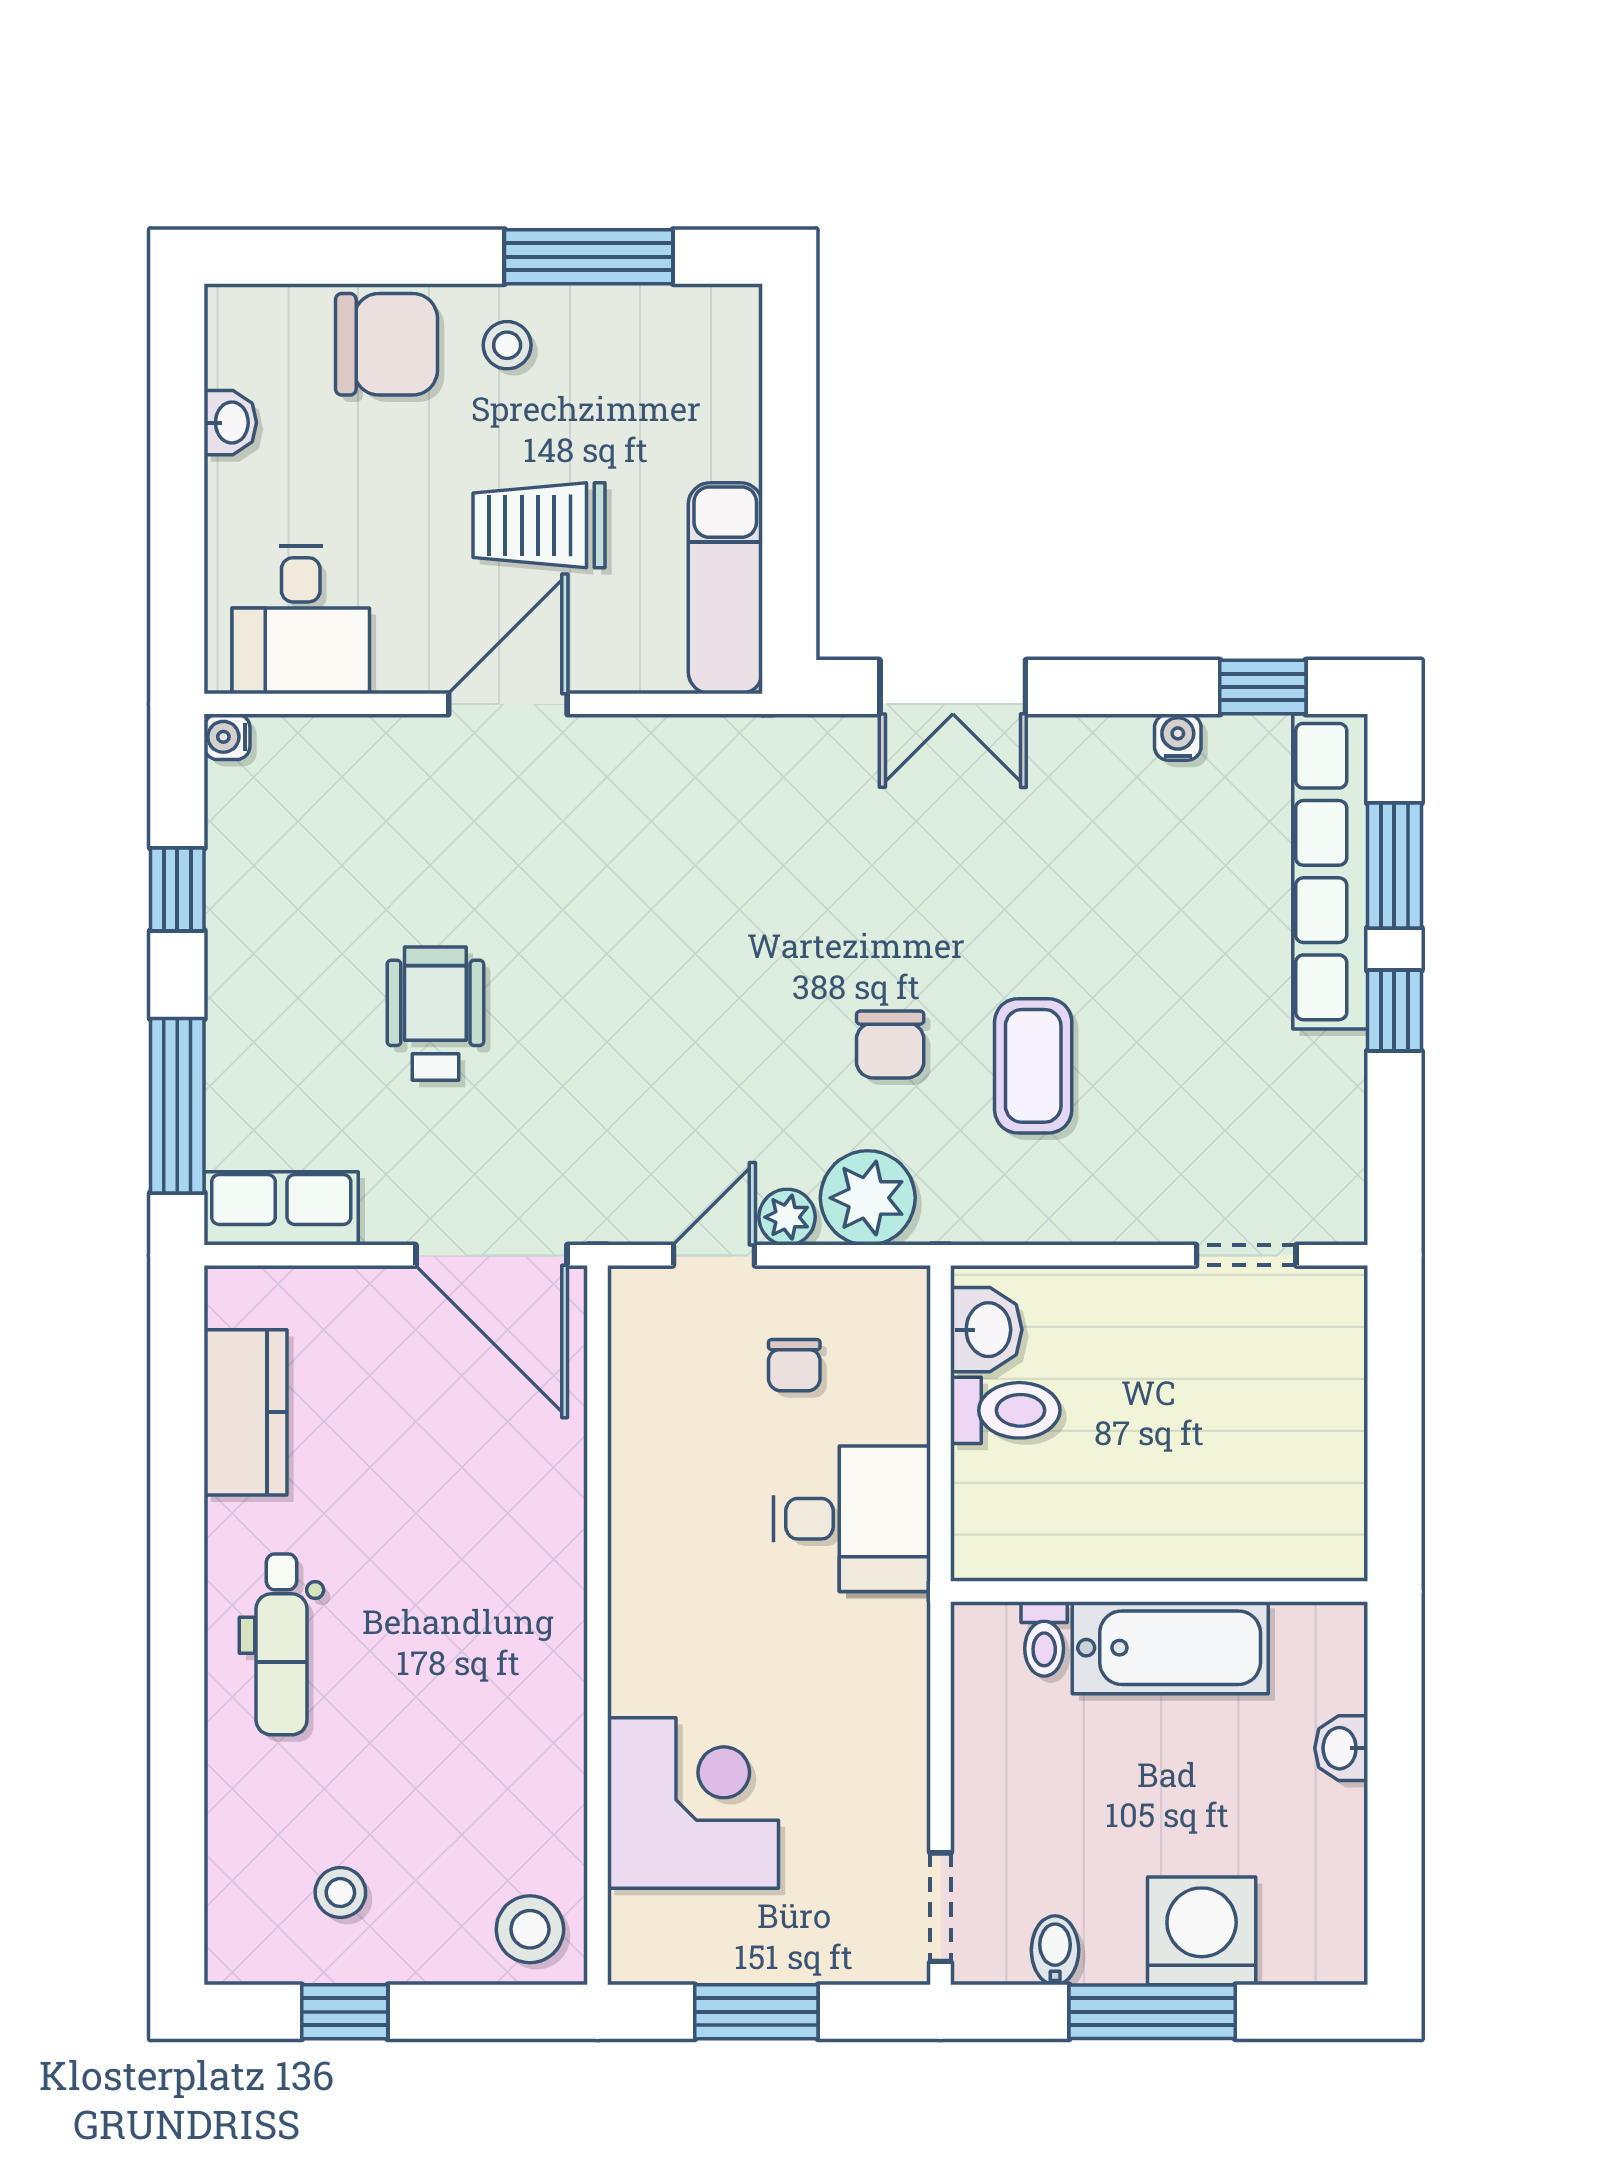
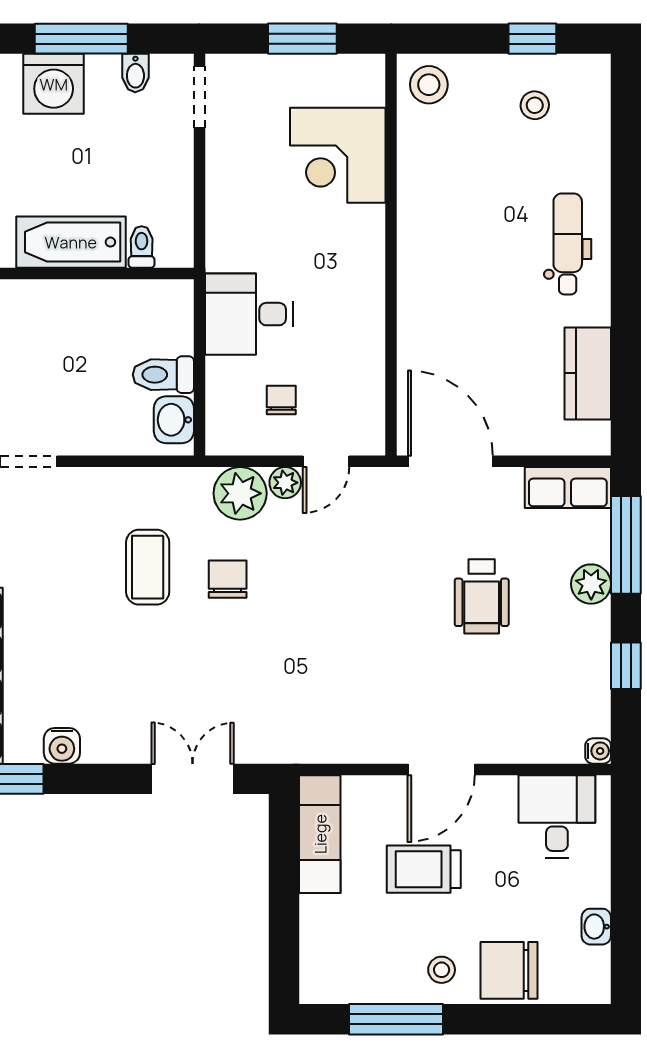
trolley: (539, 525) -> (424, 869), turned 180
water cooler: (1178, 737) -> (62, 746), width x1.38, depth x1.38
plant: (240, 1036) -> (591, 584), added

